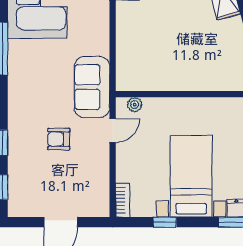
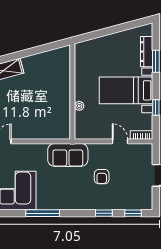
plant: (135, 105) -> (79, 106), moved
door: (113, 130) -> (120, 141), moved

